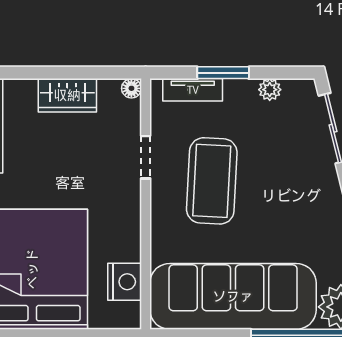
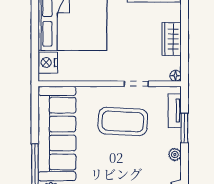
nightstand: (125, 282) -> (48, 63), moved, turned 90

